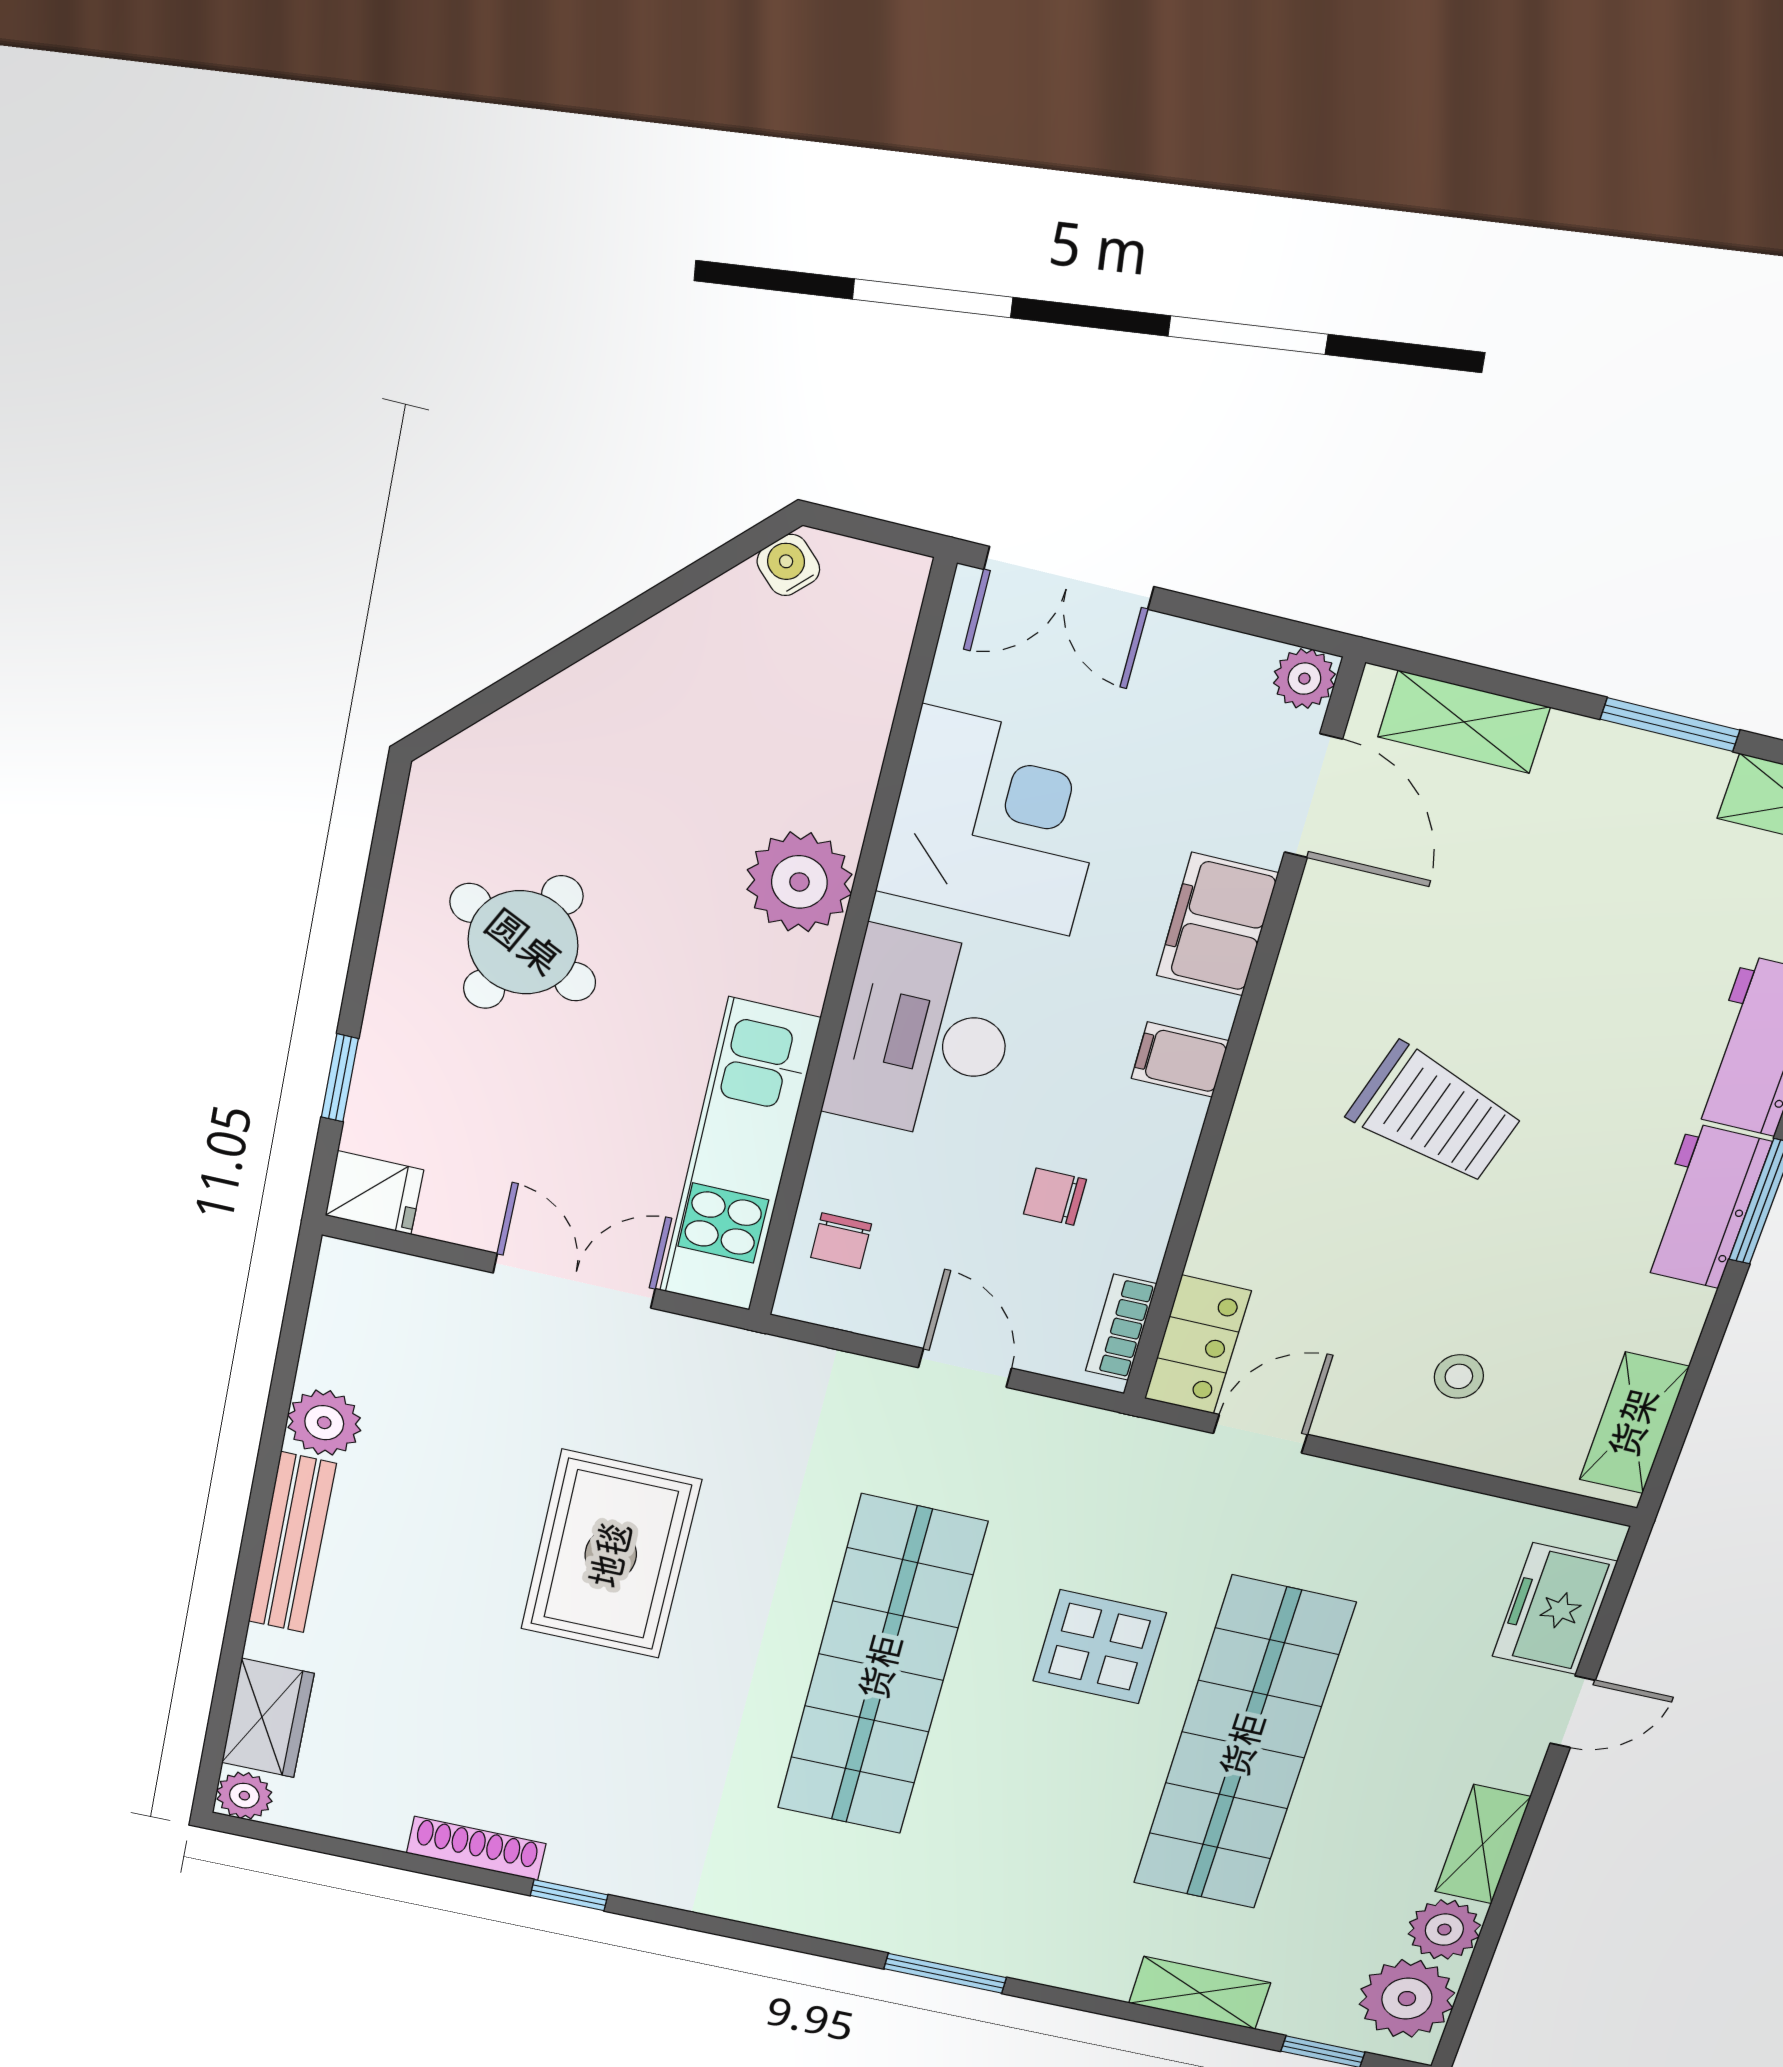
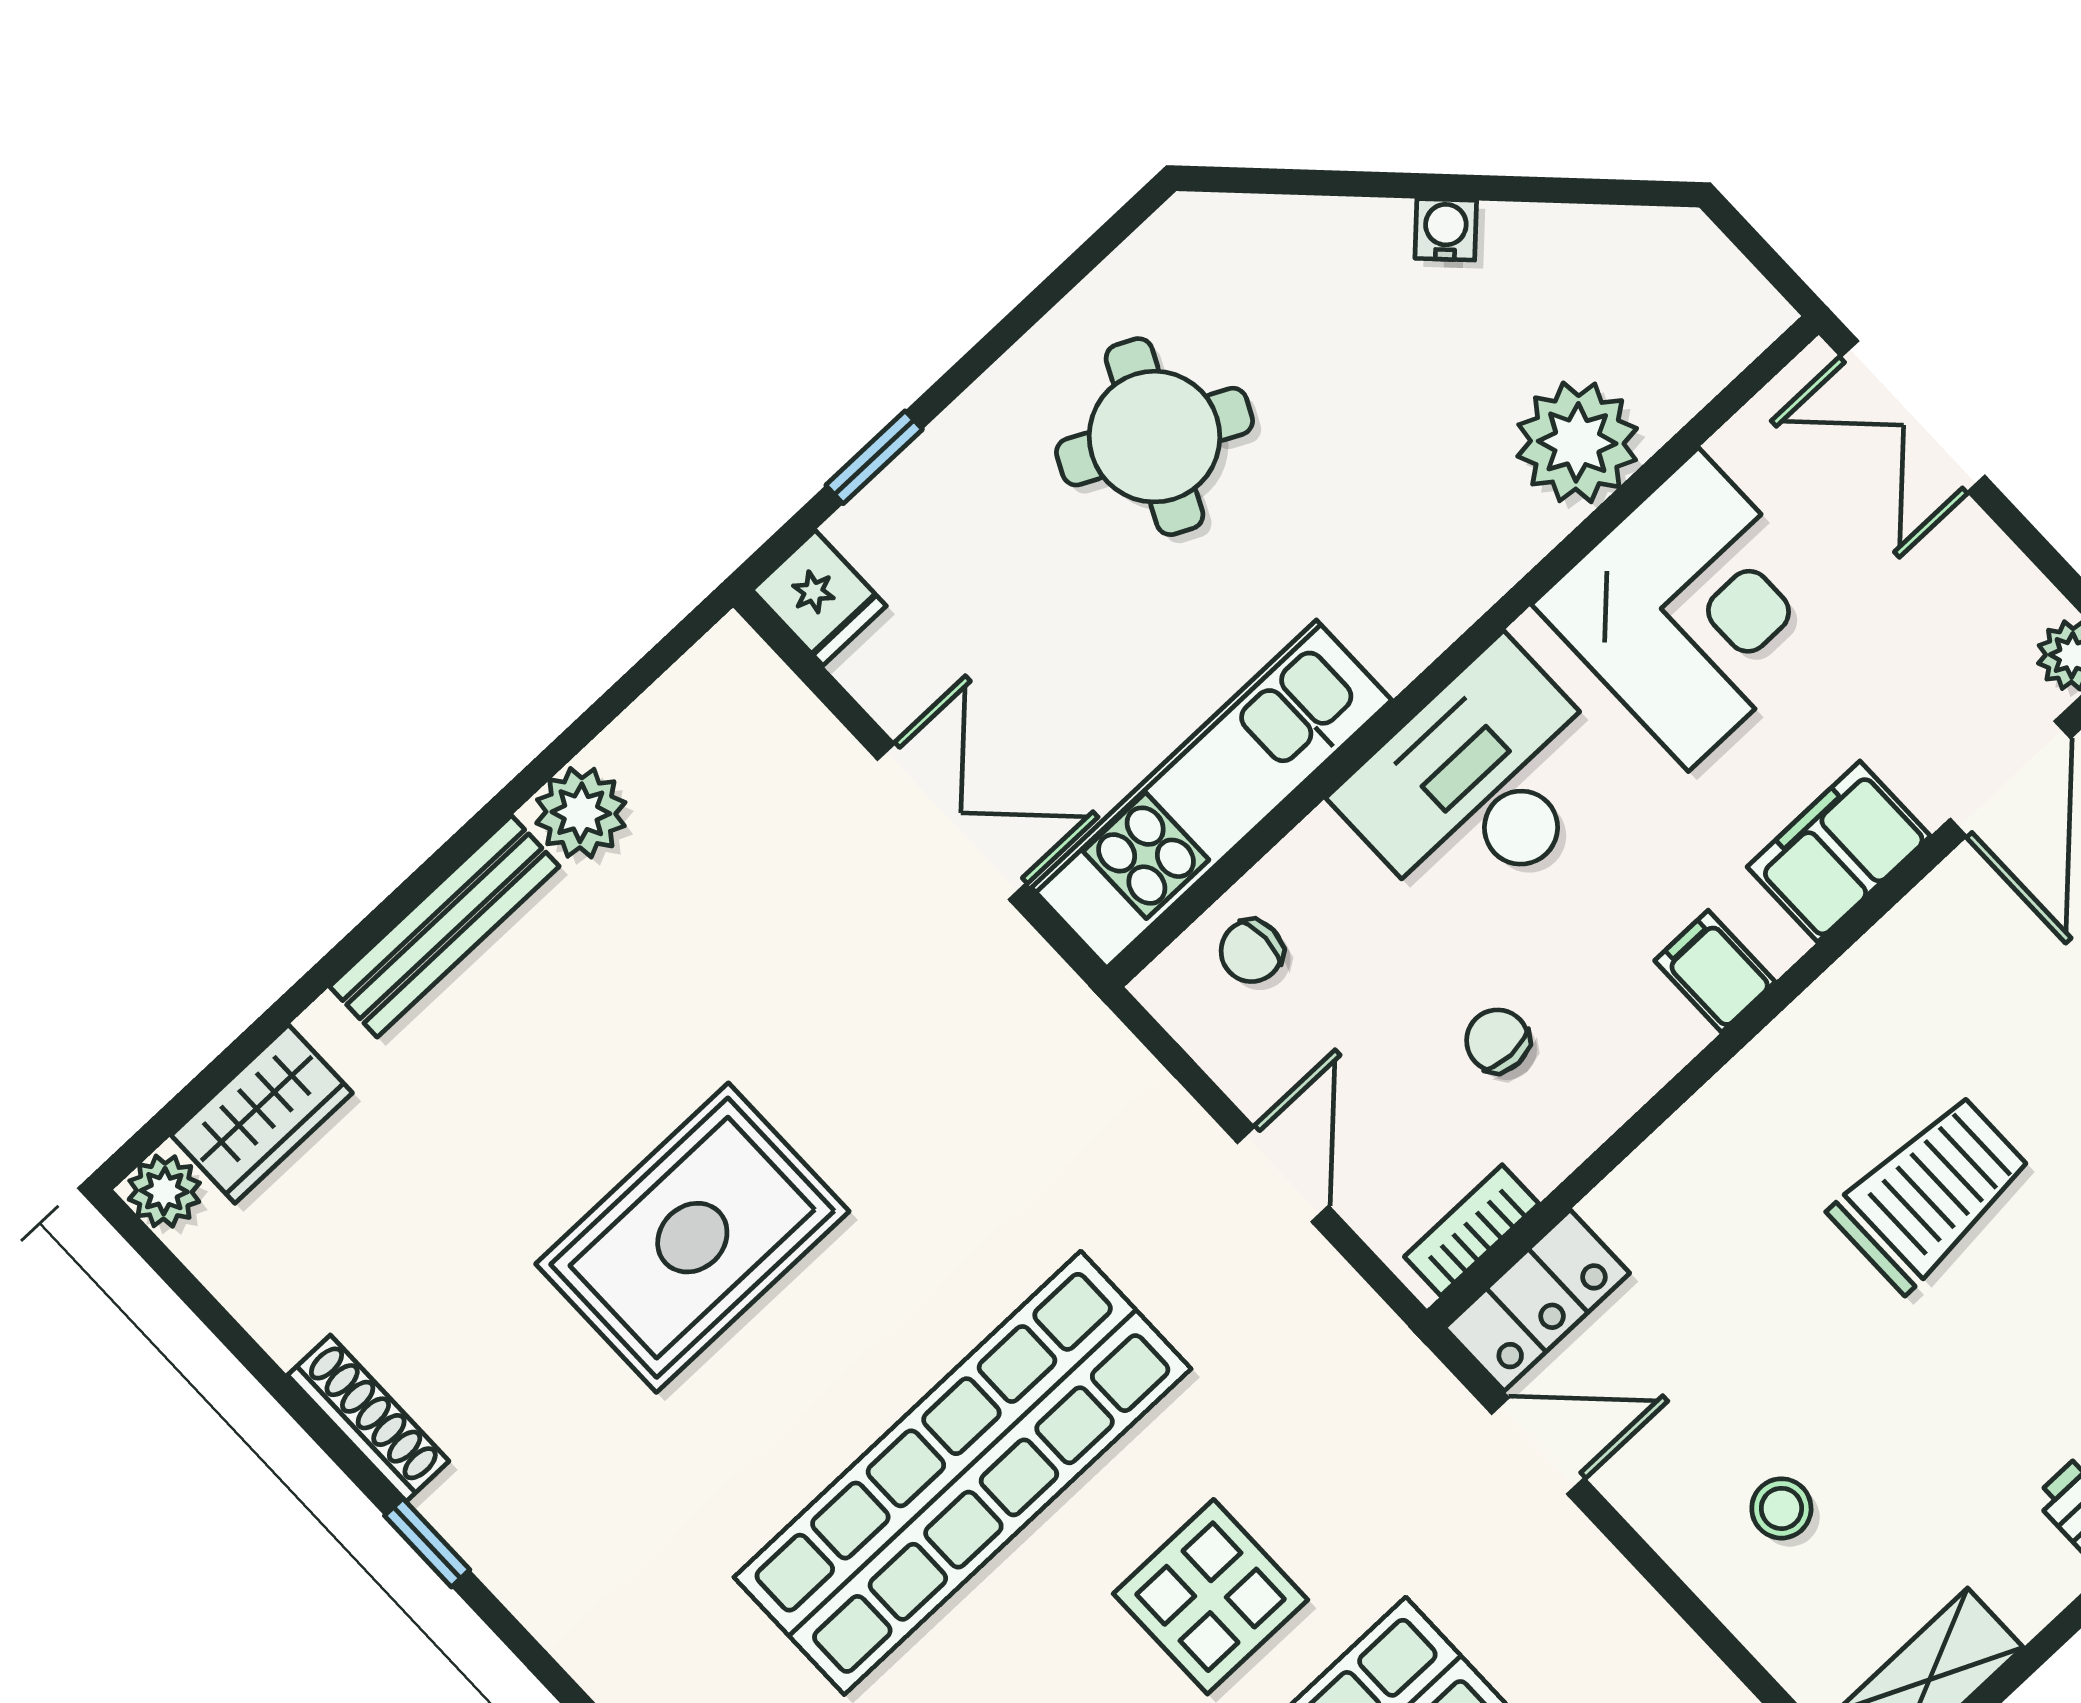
water cooler: (788, 565) -> (1446, 229), moved
plant: (799, 882) -> (1577, 442), moved
trolley: (1435, 1114) -> (1931, 1193), turned -107
rug: (611, 1555) -> (692, 1238), moved

